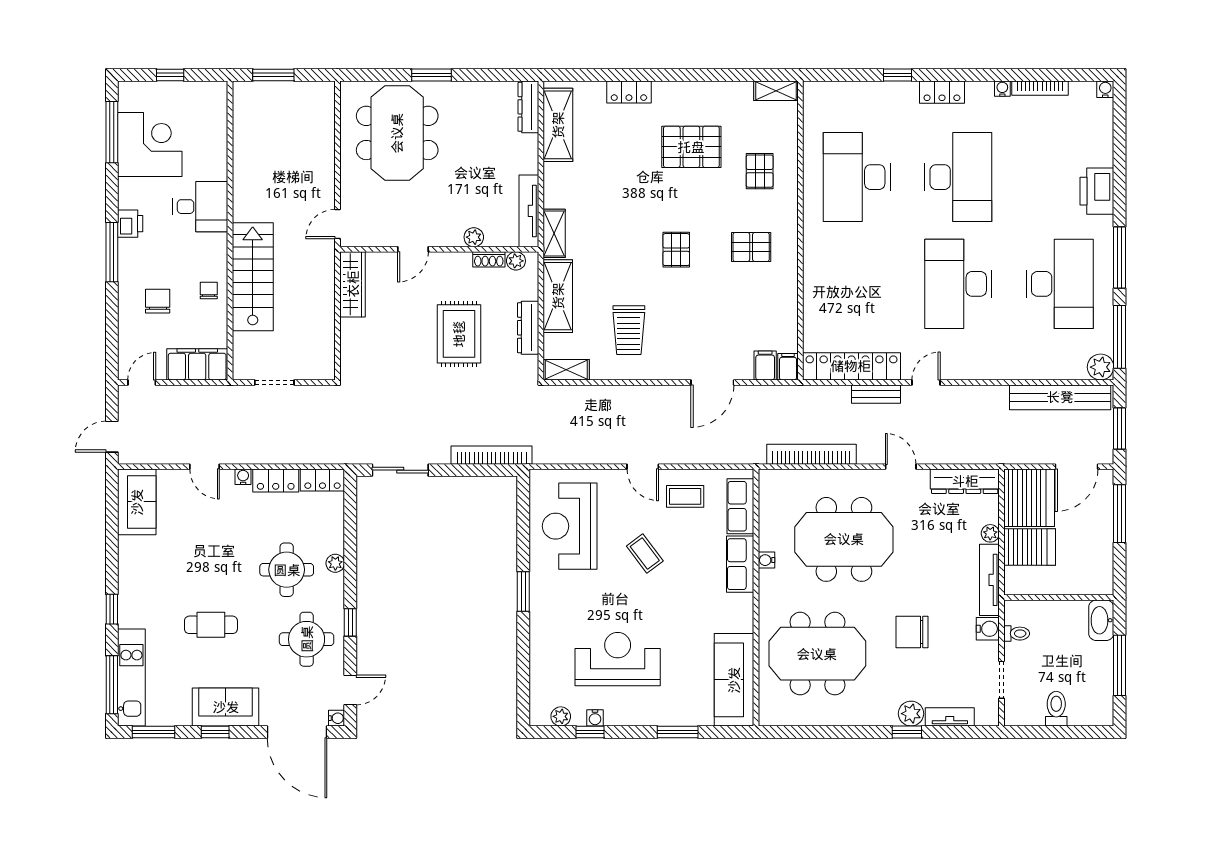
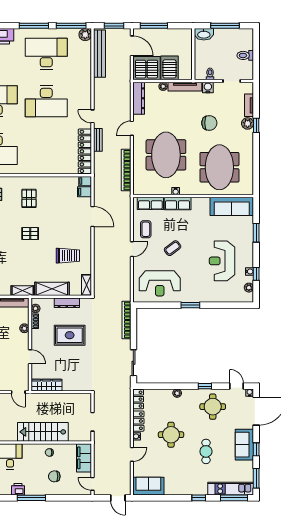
round table: (287, 570) -> (171, 435), moved
chair: (912, 632) -> (209, 123), turned -90

